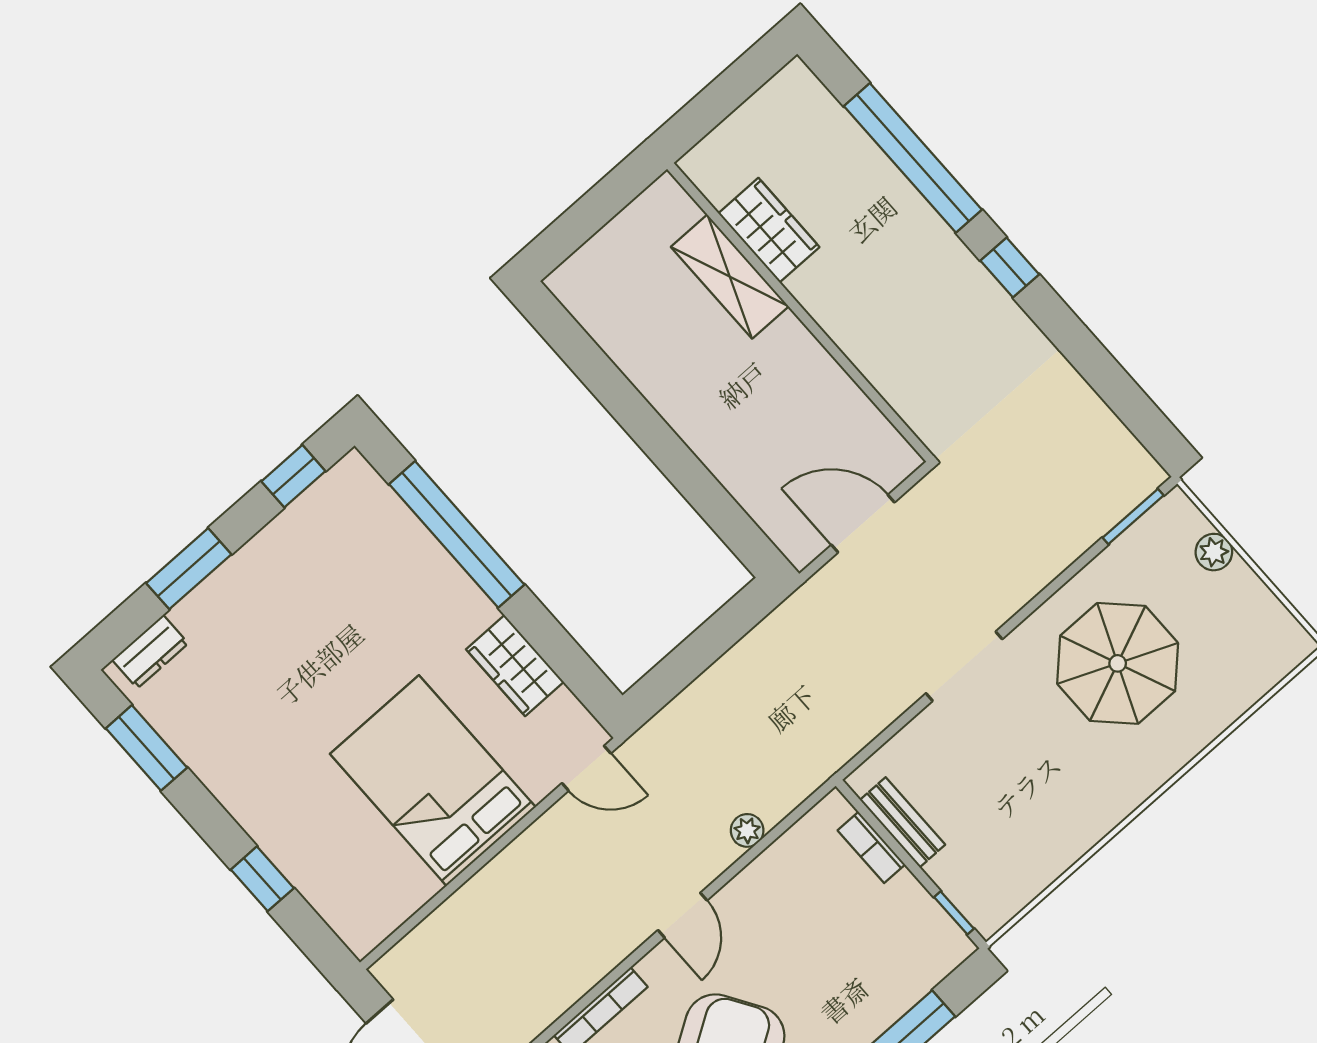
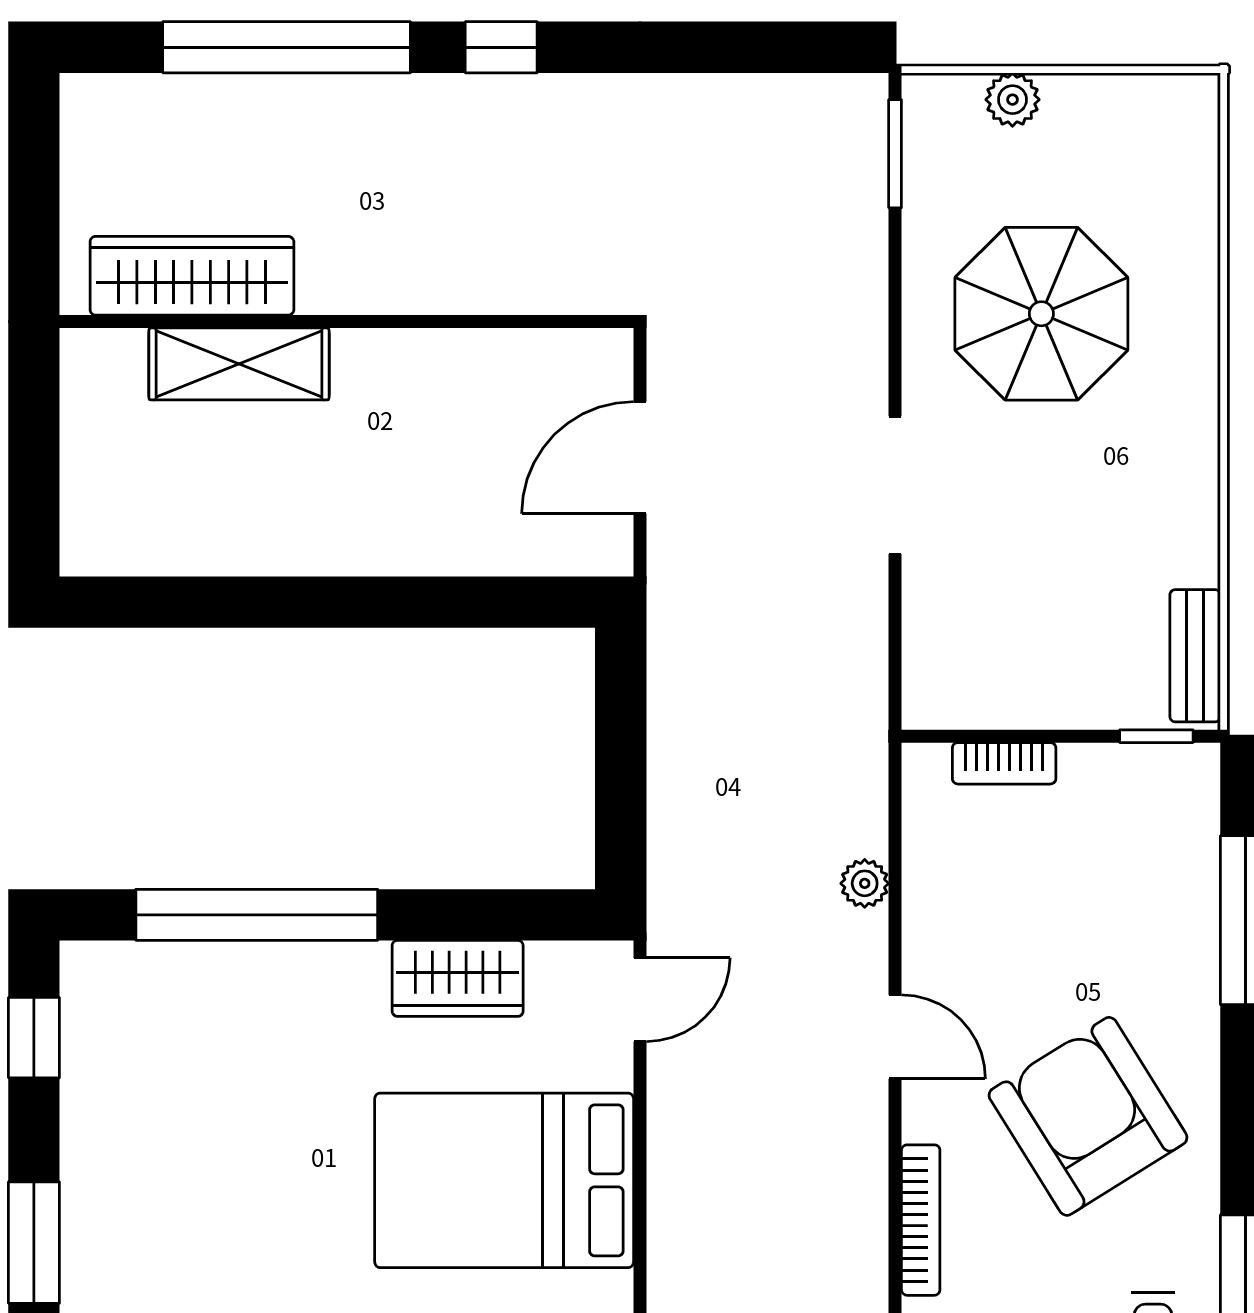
wardrobe: (769, 230) -> (192, 276), width x1.50
bench: (903, 822) -> (1195, 656), moved, turned 90

